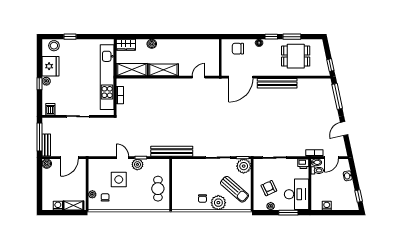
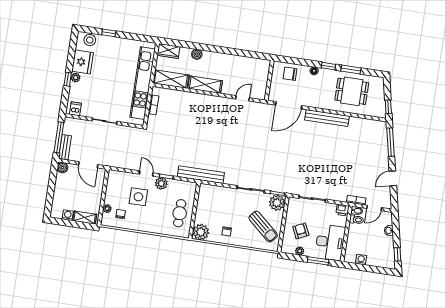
door: (69, 158) -> (88, 165), hinge flipped
plant: (218, 203) -> (201, 232), moved

